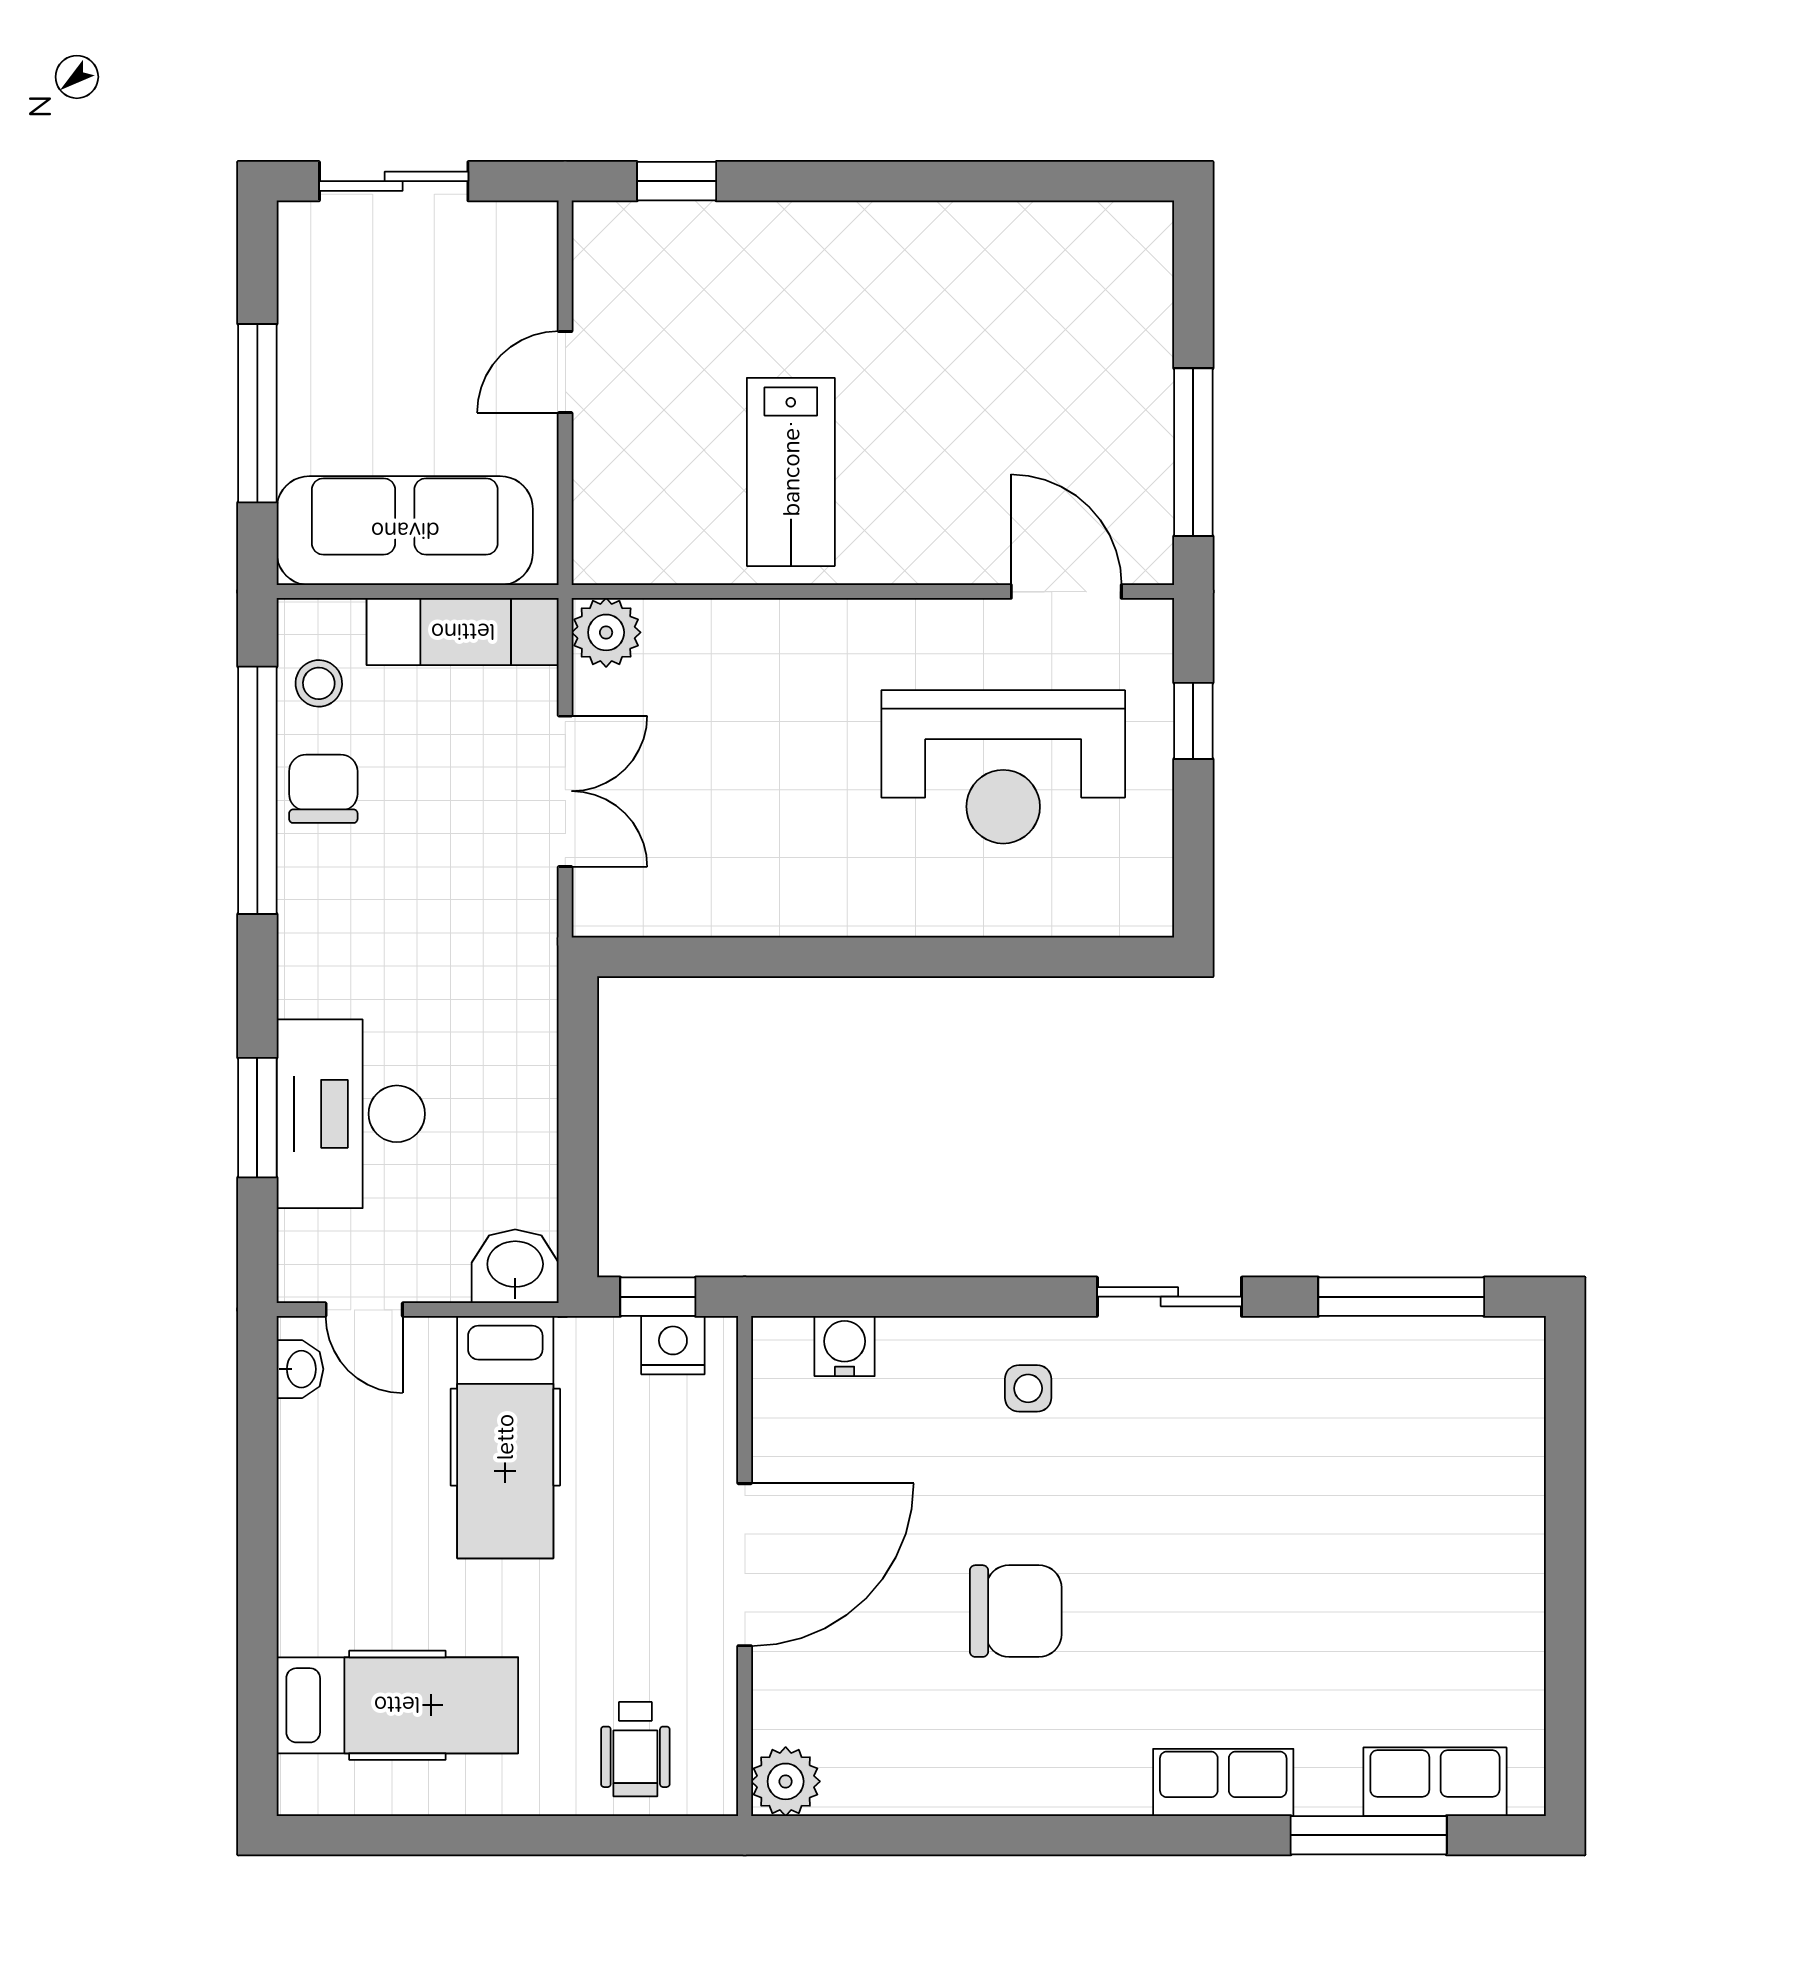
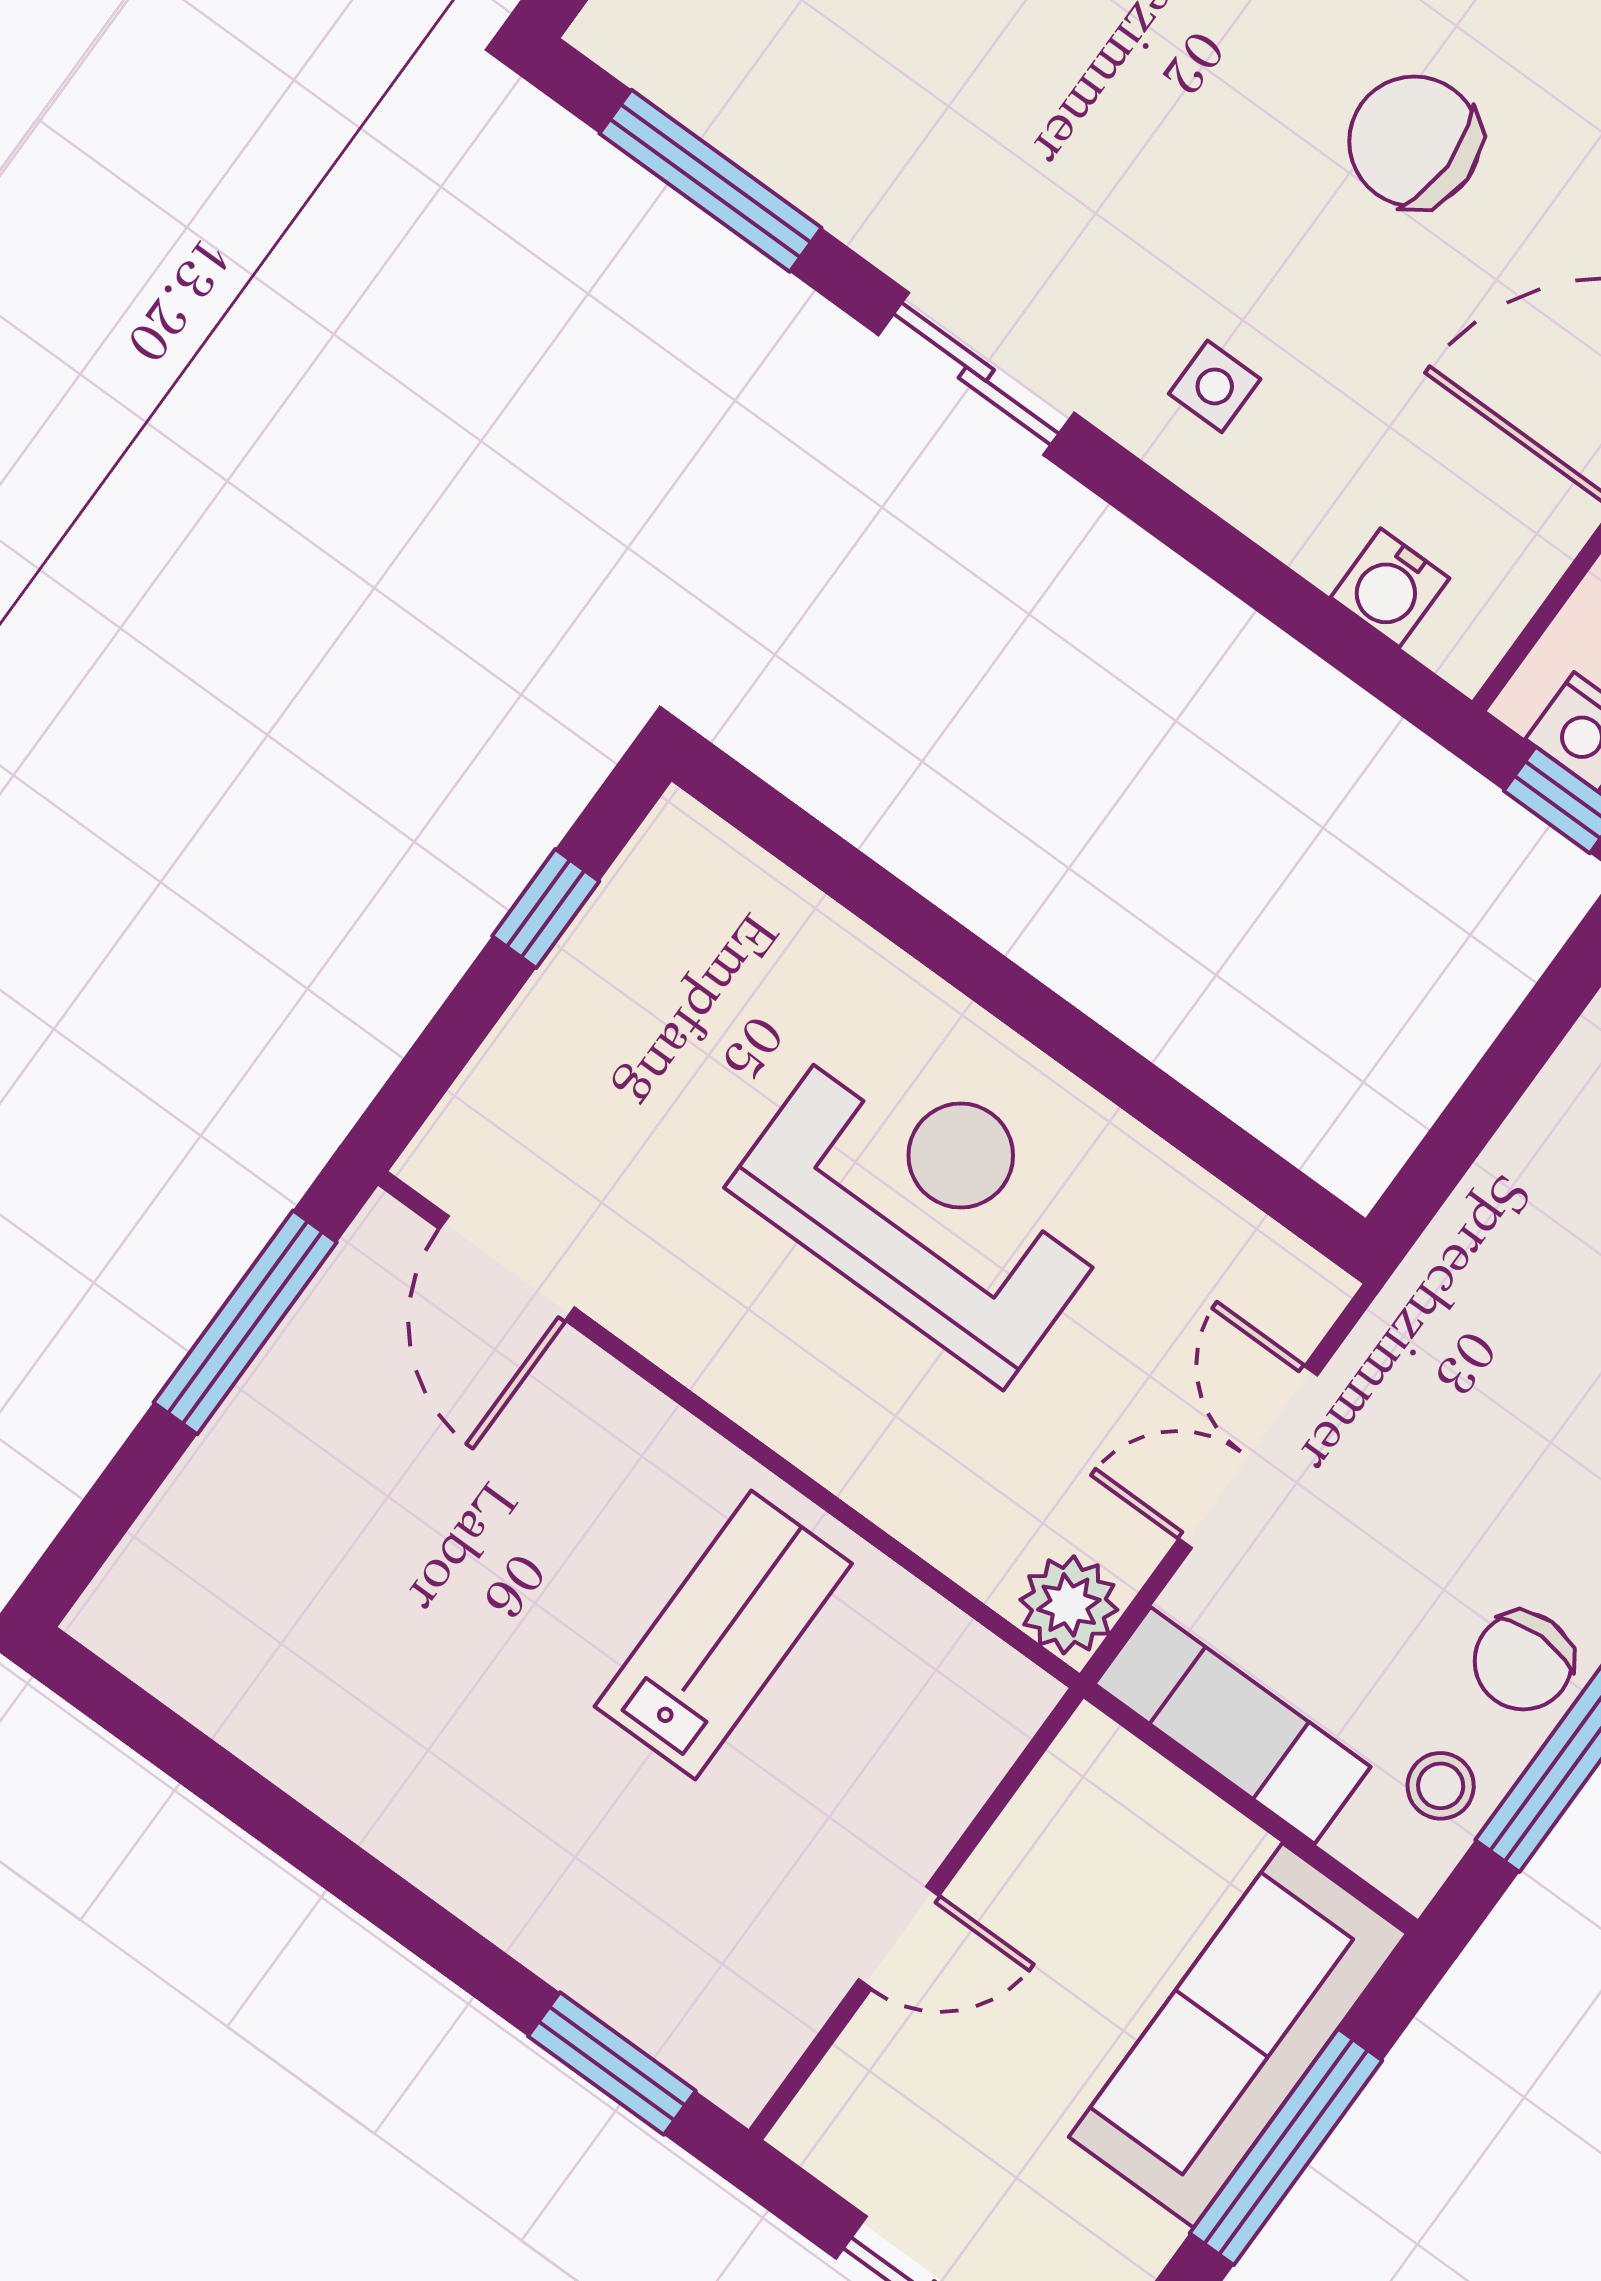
window: (677, 181) -> (612, 2064), width x1.50
sofa: (405, 531) -> (1238, 2035), moved, turned 90
window: (1193, 721) -> (546, 909), moved
reception desk: (1003, 767) -> (928, 1201), moved

